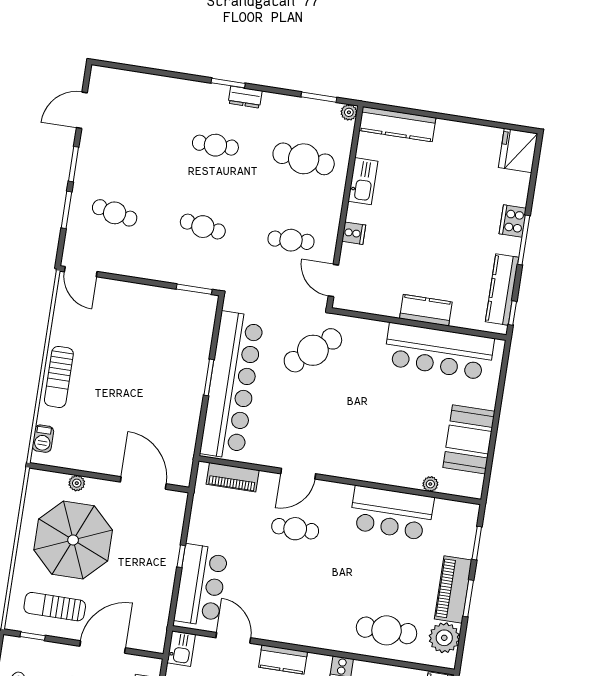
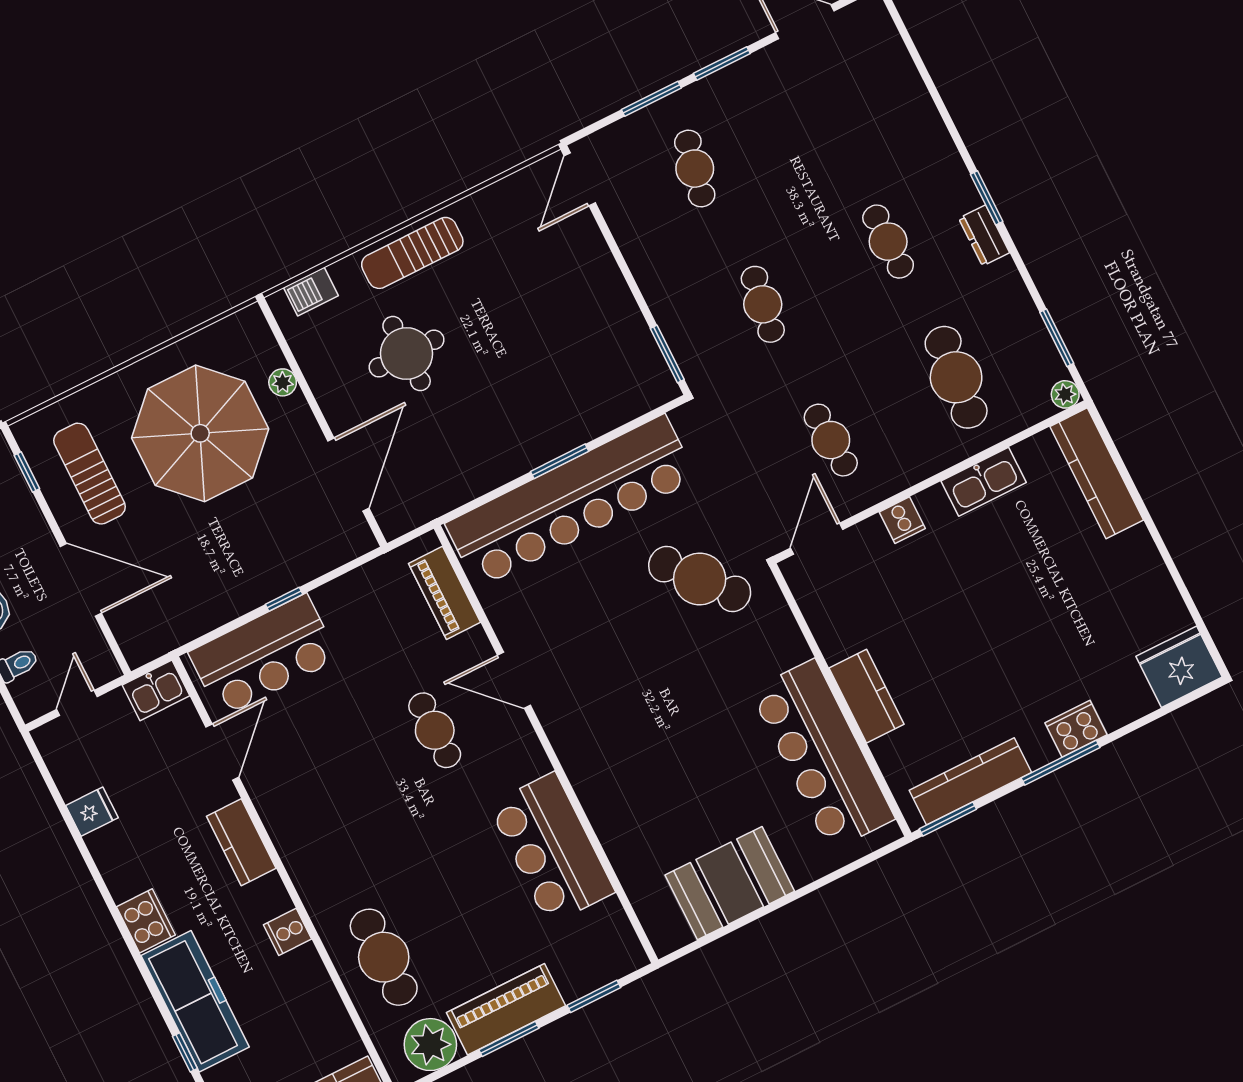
window: (512, 313) -> (948, 819), width x1.50
round table: (105, 414) -> (407, 354), added
plant: (430, 484) -> (630, 874), removed

